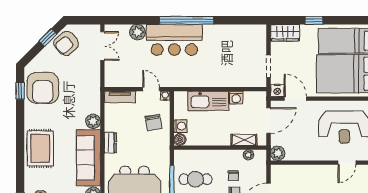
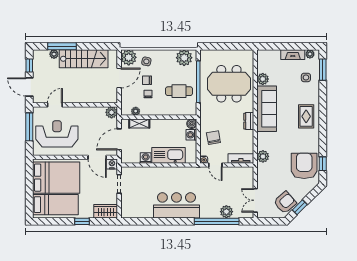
window: (187, 20) -> (217, 221), moved
bar counter: (174, 40) -> (176, 205), moved
plant: (93, 121) -> (263, 156), moved
rug: (40, 148) -> (306, 116), width x0.73, depth x0.70

